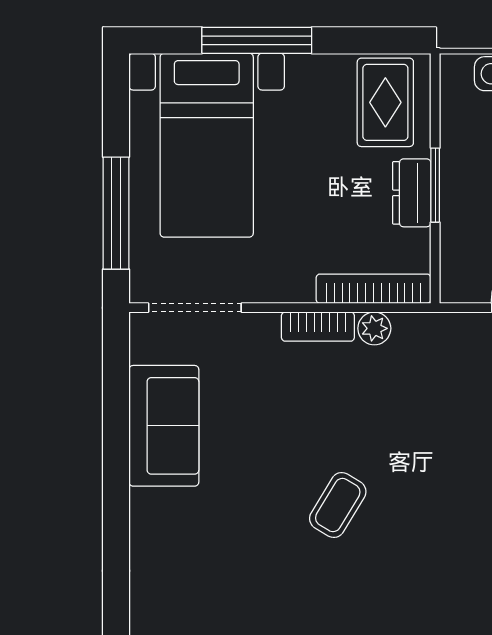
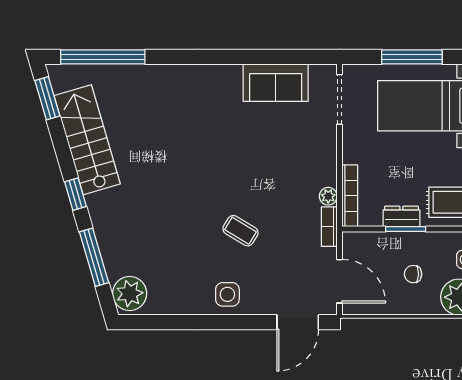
window: (116, 213) -> (412, 57), moved
bookcase: (318, 327) -> (329, 227), moved
coffee table: (338, 505) -> (241, 231), moved

